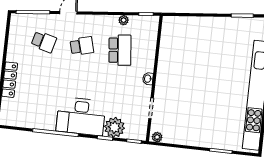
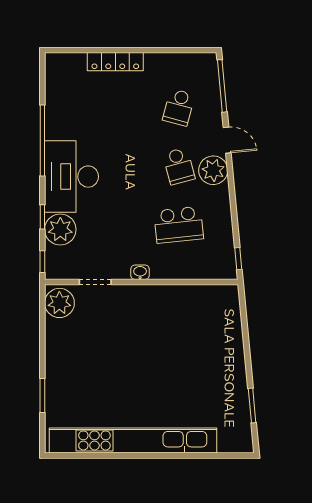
plant: (124, 20) -> (213, 170), moved, width x1.88, depth x1.88
plant: (157, 137) -> (59, 303), width x1.88, depth x1.88

